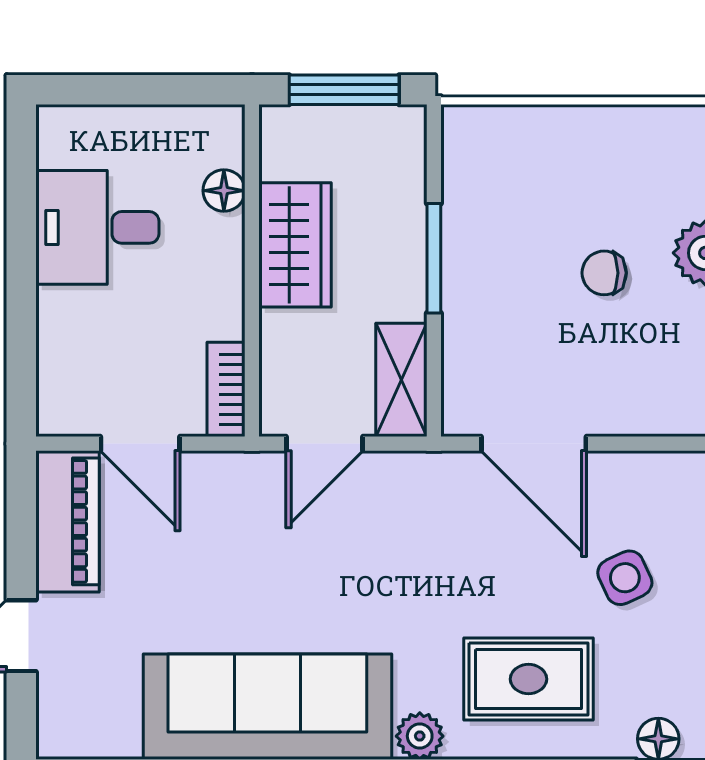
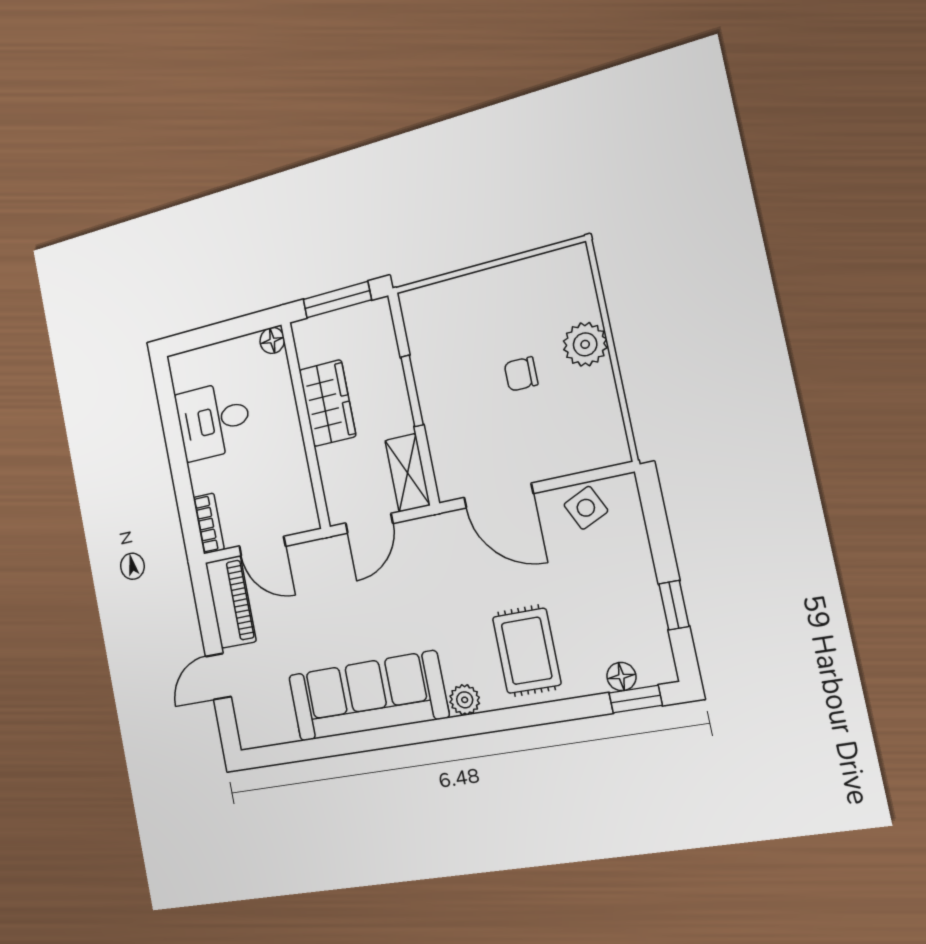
floor lamp: (224, 191) -> (272, 340), moved
bookcase: (226, 389) -> (209, 523), moved, turned 180
side table: (625, 578) -> (586, 508), moved
rug: (529, 679) -> (527, 651), turned 90

